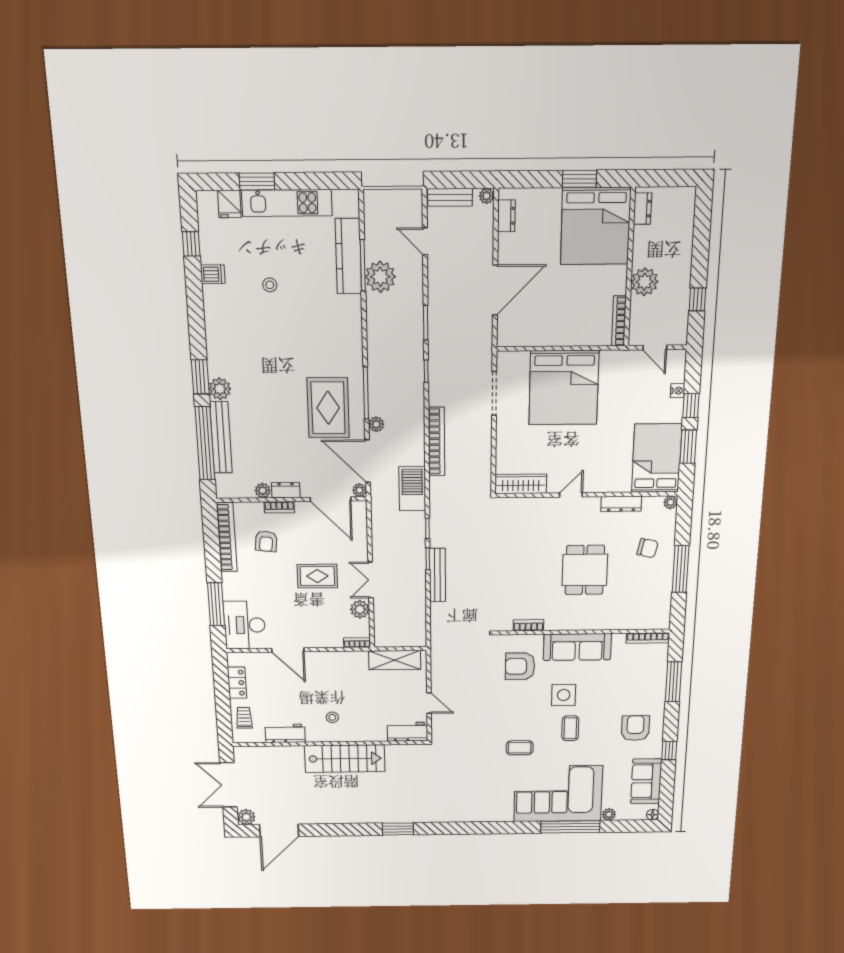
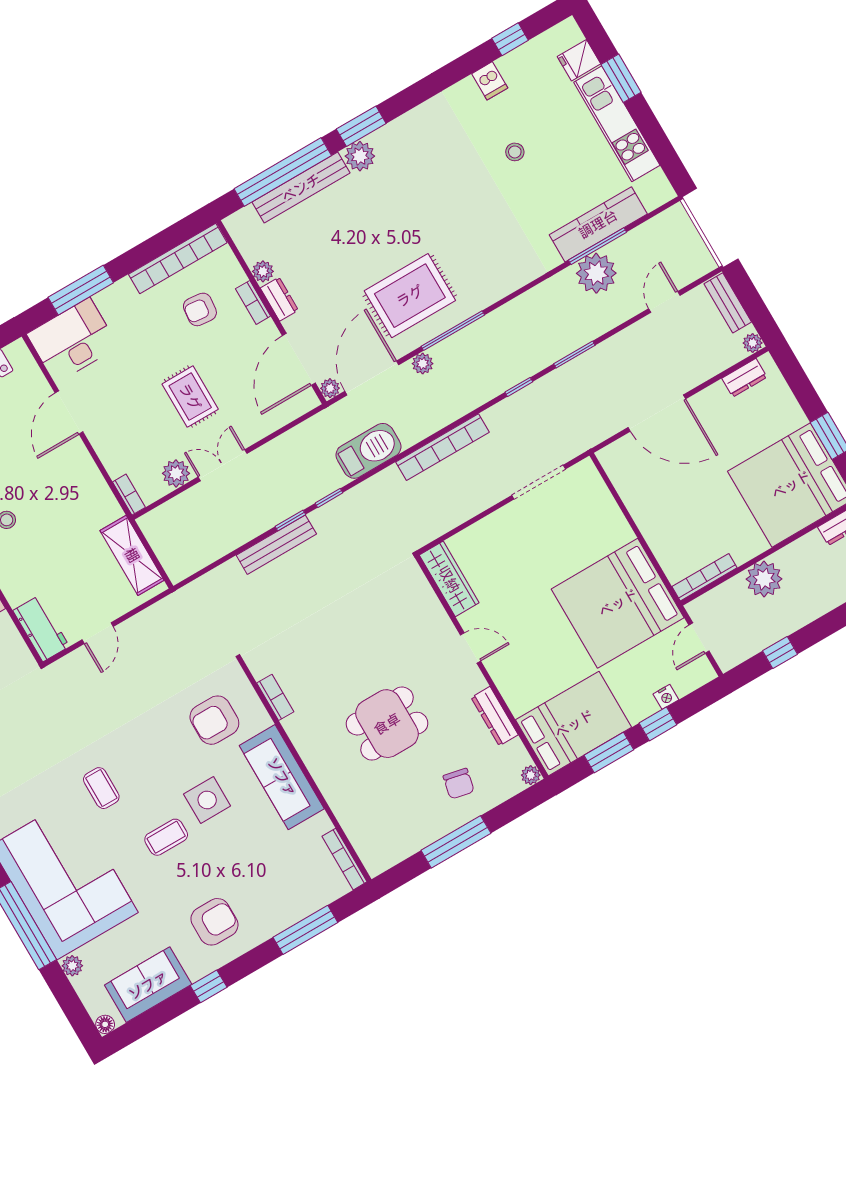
bed: (564, 388) -> (618, 603), moved
armchair: (520, 666) -> (214, 720), turned -90

